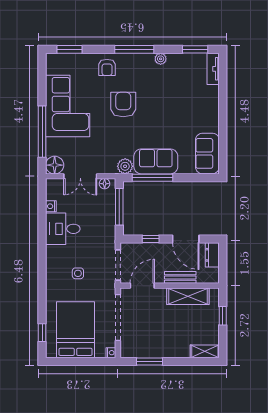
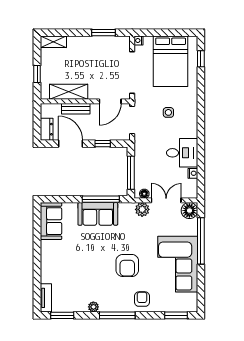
plant: (125, 166) -> (142, 209), moved

